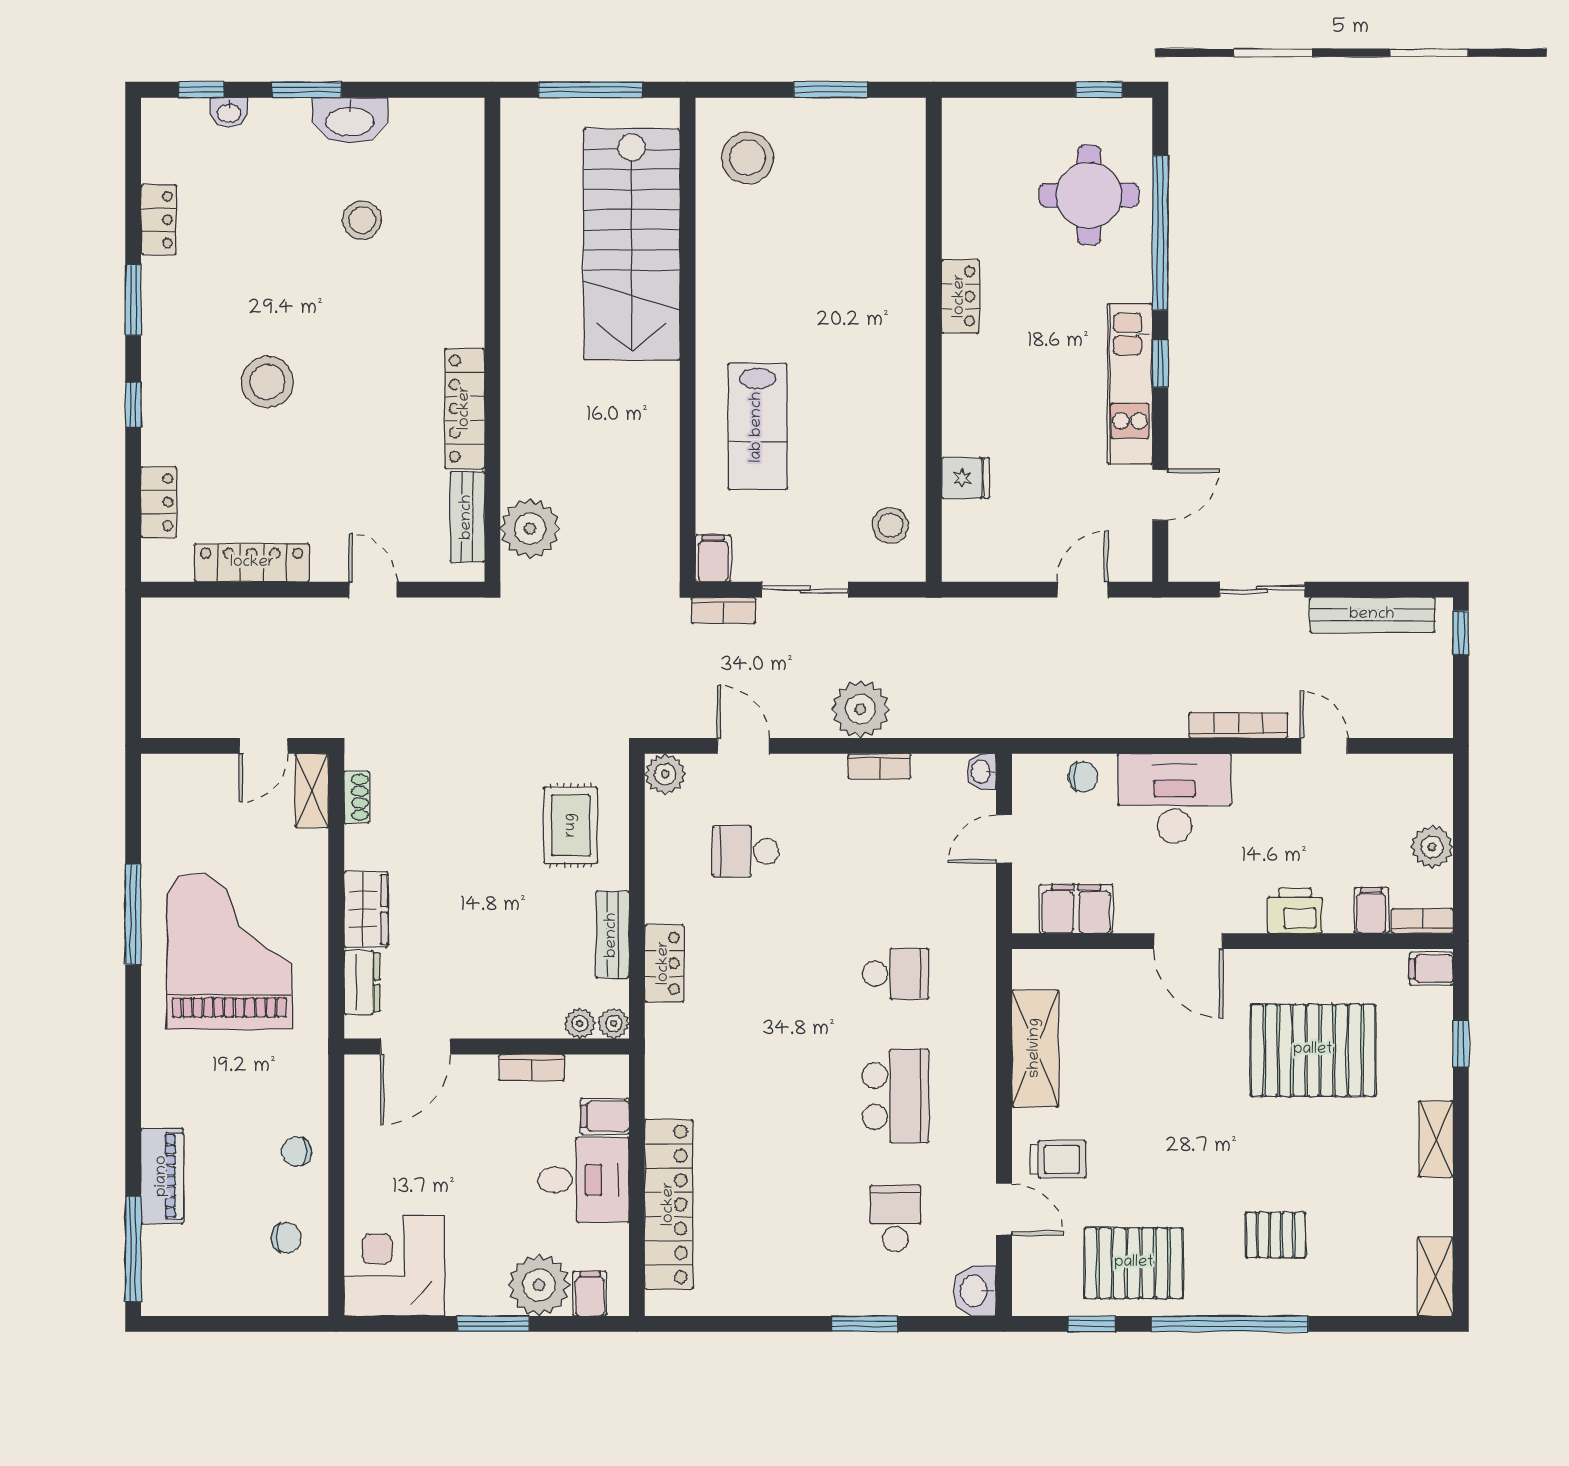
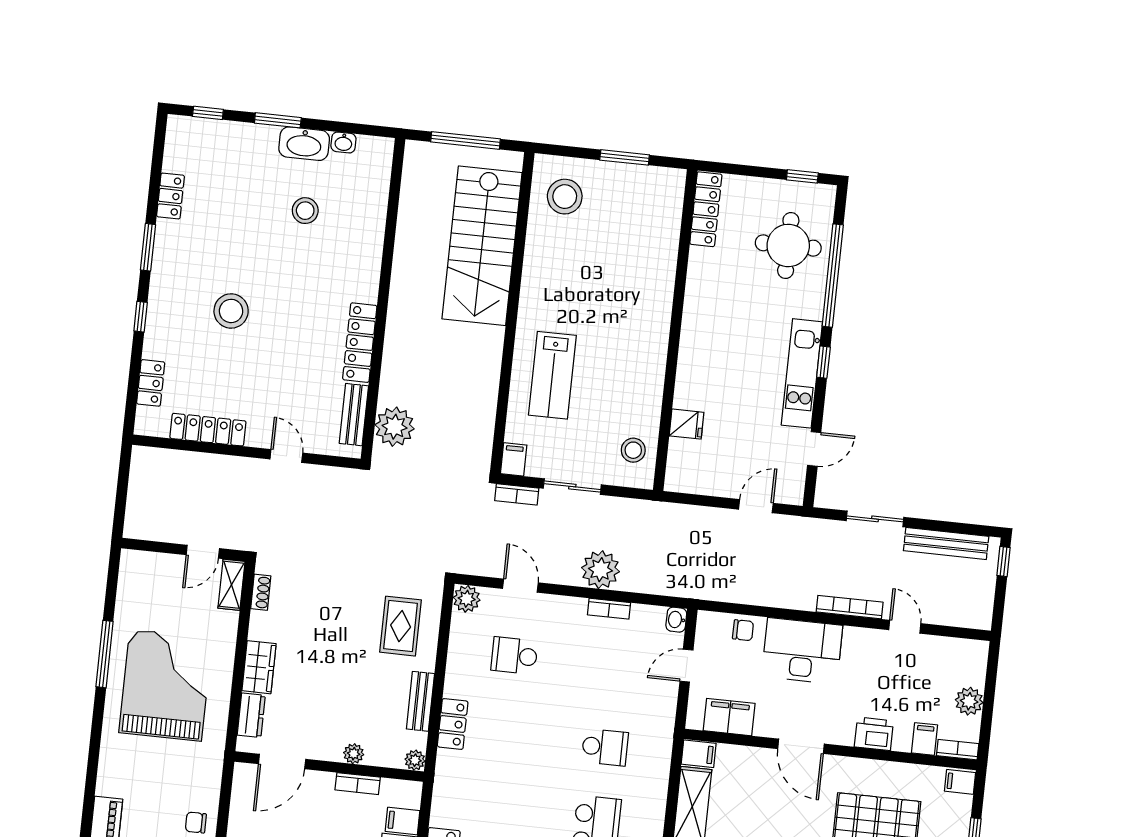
washbasin: (229, 112) -> (343, 142), moved
locker: (960, 296) -> (706, 209), moved, width x1.53
filing cabinet: (1036, 968) -> (699, 754), added
plant: (580, 1023) -> (354, 754), moved

